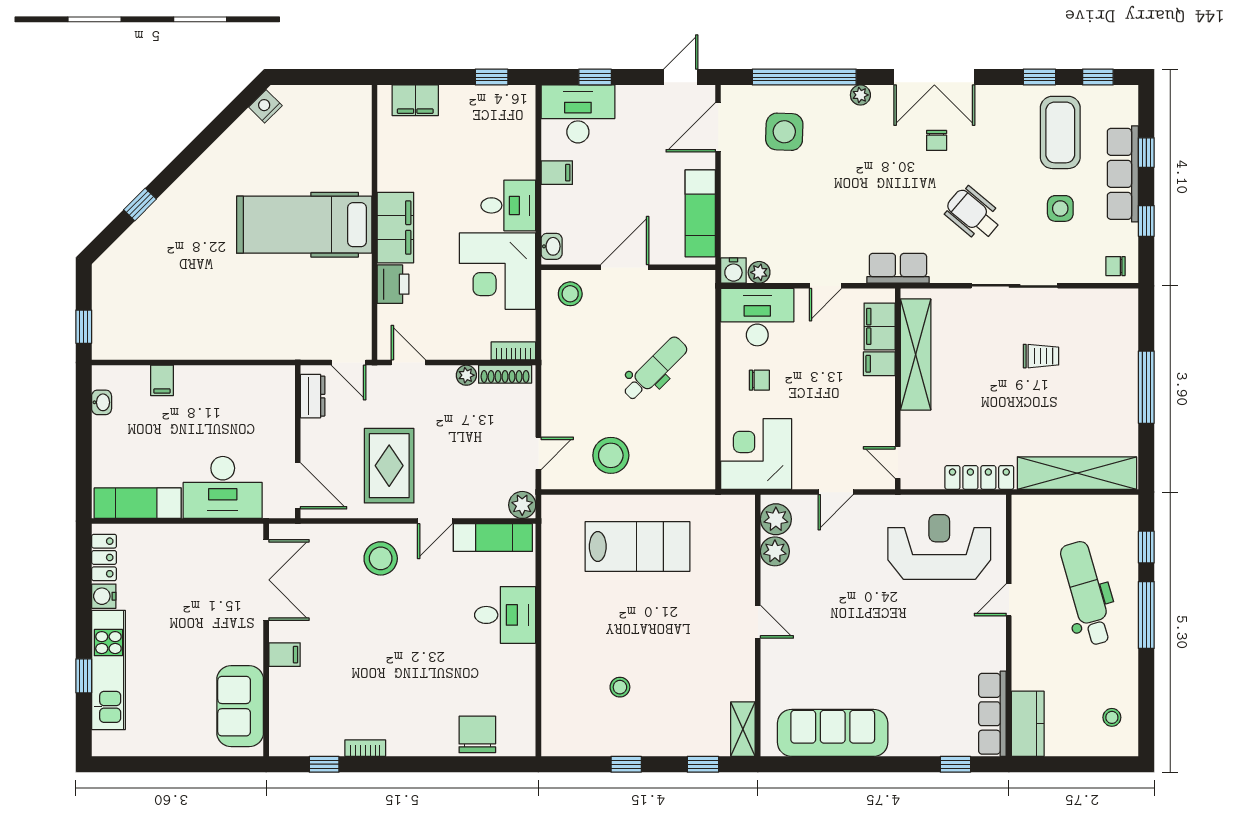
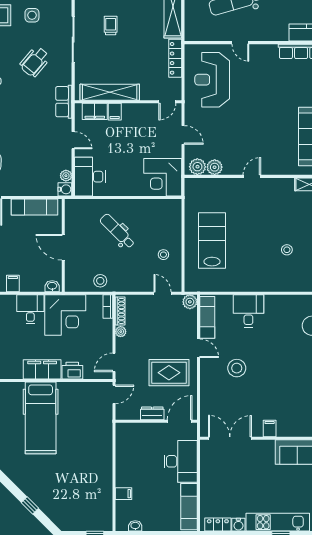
stool: (570, 294) -> (100, 281), moved
chair: (759, 380) -> (123, 175), removed
dresser: (313, 396) -> (152, 413), moved
stool: (611, 455) -> (163, 255), width x0.53, depth x0.53
stool: (381, 558) -> (237, 368), moved

